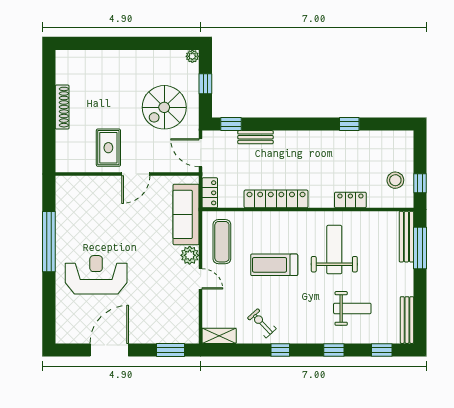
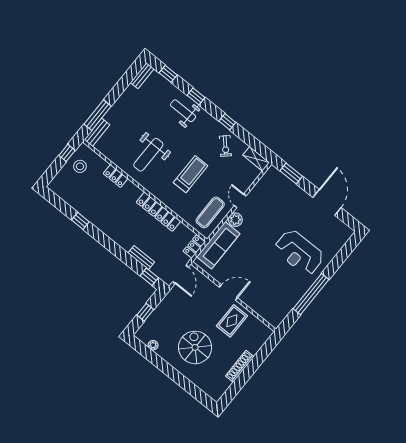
plant: (192, 56) -> (153, 345), moved
spiral stairs: (164, 107) -> (195, 347), moved, turned -90
bench: (406, 237) -> (97, 132), width x0.73
treadmill: (274, 265) -> (191, 174), turned -90
weight bench: (352, 308) -> (183, 111), moved
bench: (407, 320) -> (142, 76), width x0.73
door: (109, 350) -> (327, 202), swing flipped

